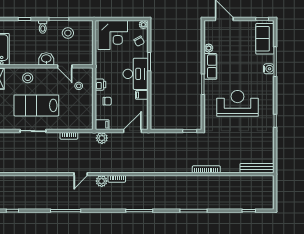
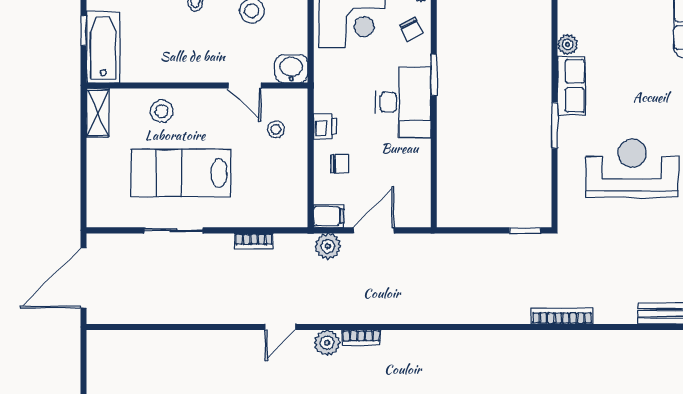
washbasin: (46, 59) -> (291, 69), moved
filing cabinet: (142, 95) -> (417, 150), removed
door: (133, 131) -> (374, 230), moved

